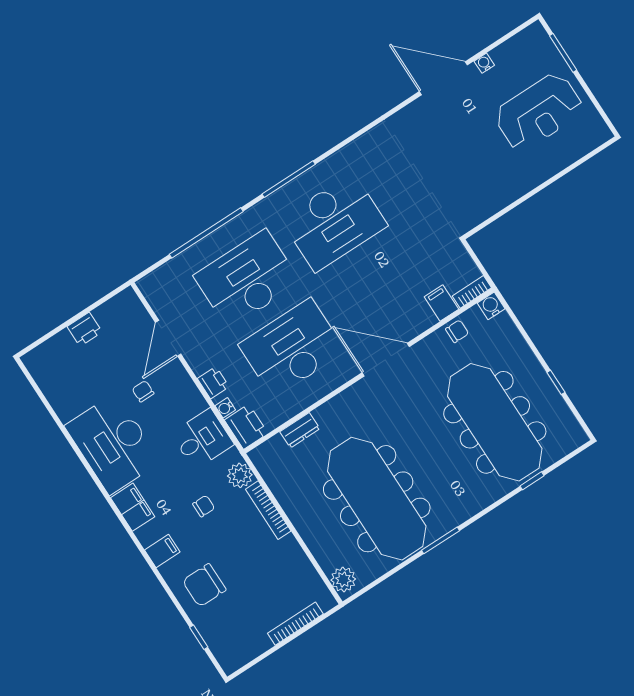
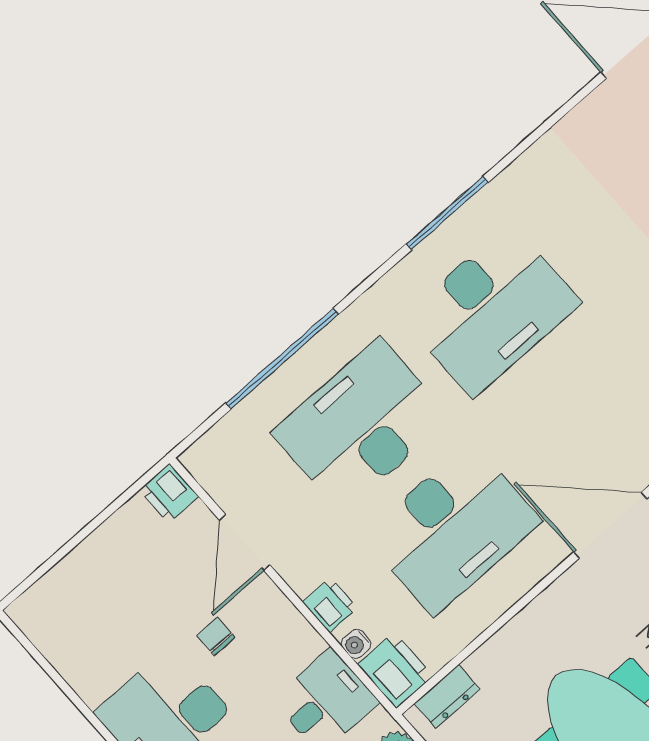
window: (289, 179) -> (447, 213), moved
printer: (85, 329) -> (169, 493), moved, turned 90
desk: (292, 348) -> (452, 529), turned 180
dresser: (300, 430) -> (447, 697), moved

